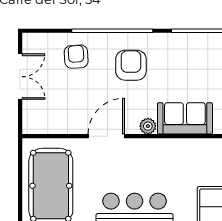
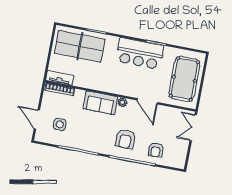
double door: (20, 77) -> (193, 128), moved
door: (106, 136) -> (147, 101), hinge flipped

